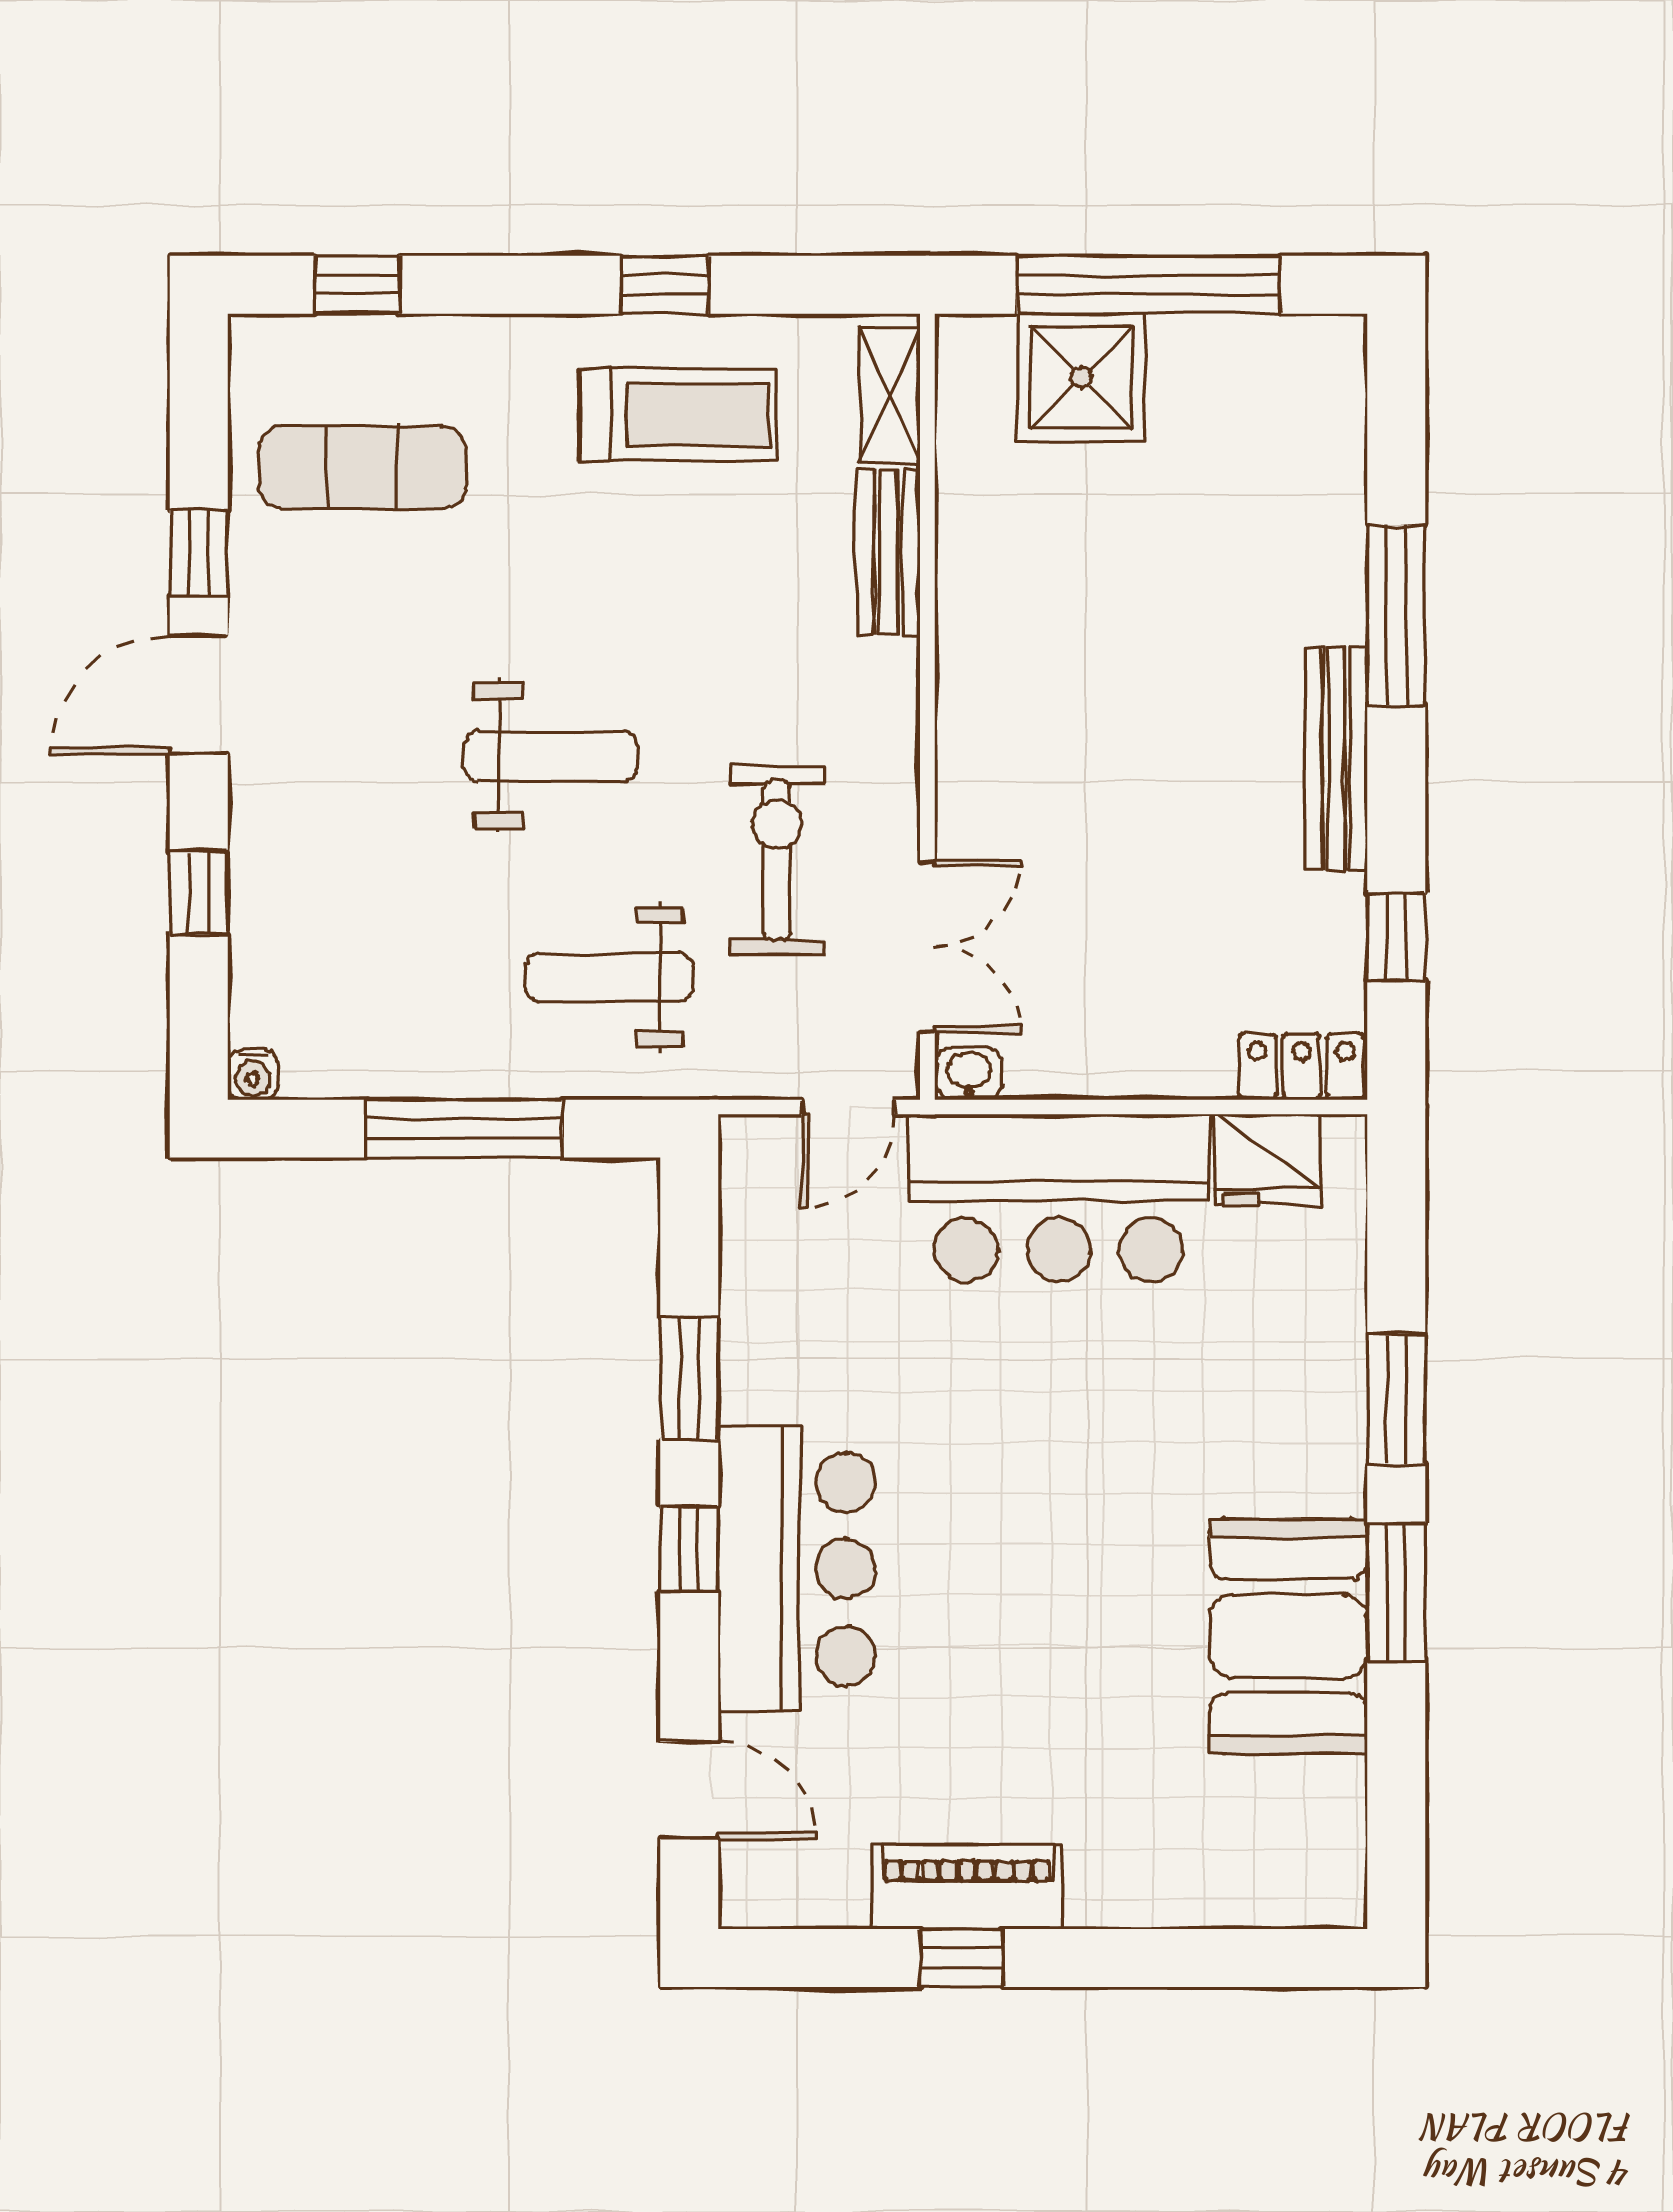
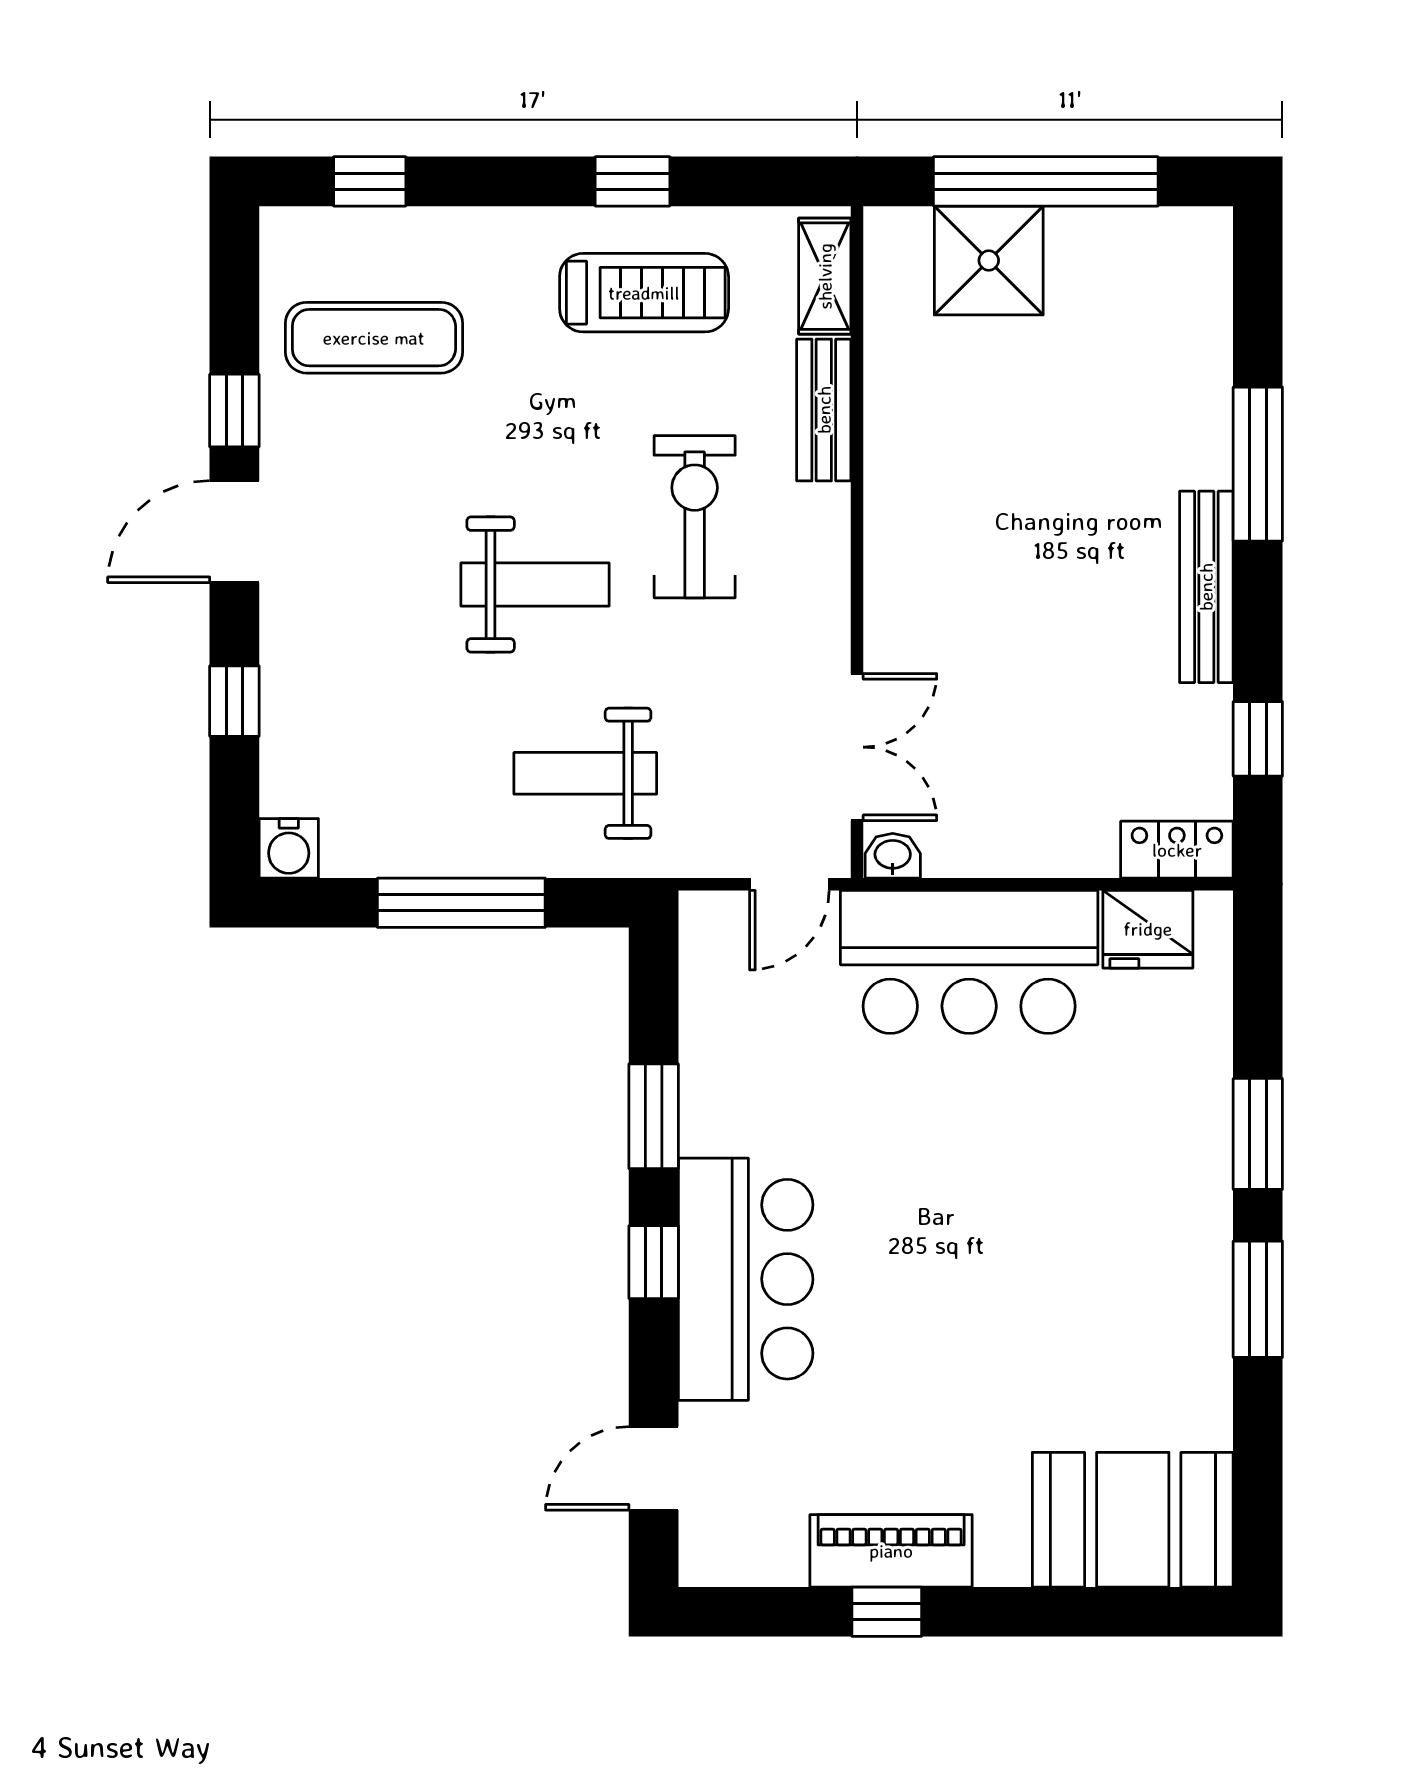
exercise bike: (777, 860) -> (695, 517), moved
water cooler: (253, 1075) -> (289, 848), width x1.38, depth x1.38
booth: (1289, 1636) -> (1133, 1520), moved, turned 90
door: (689, 1790) -> (654, 1468), swing flipped

